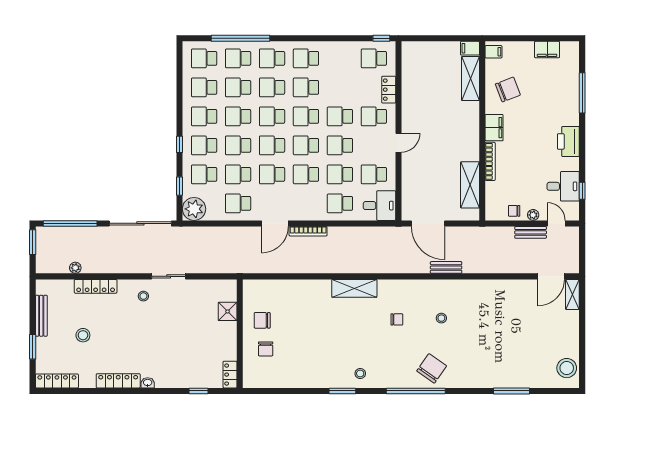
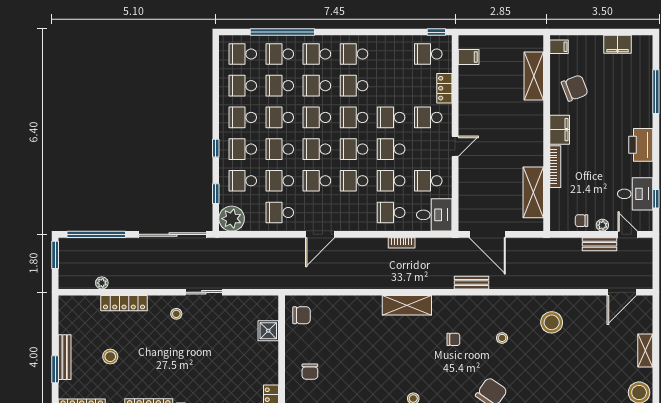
filing cabinet: (470, 48) -> (469, 57), moved, turned 180
bookcase: (308, 231) -> (402, 243), moved, width x0.64
bench: (446, 267) -> (472, 283), moved
shelving: (572, 294) -> (645, 350), moved
stool: (487, 304) -> (552, 322), added
bench: (41, 316) -> (65, 357), moved
chair: (262, 320) -> (302, 315), moved, turned 180

